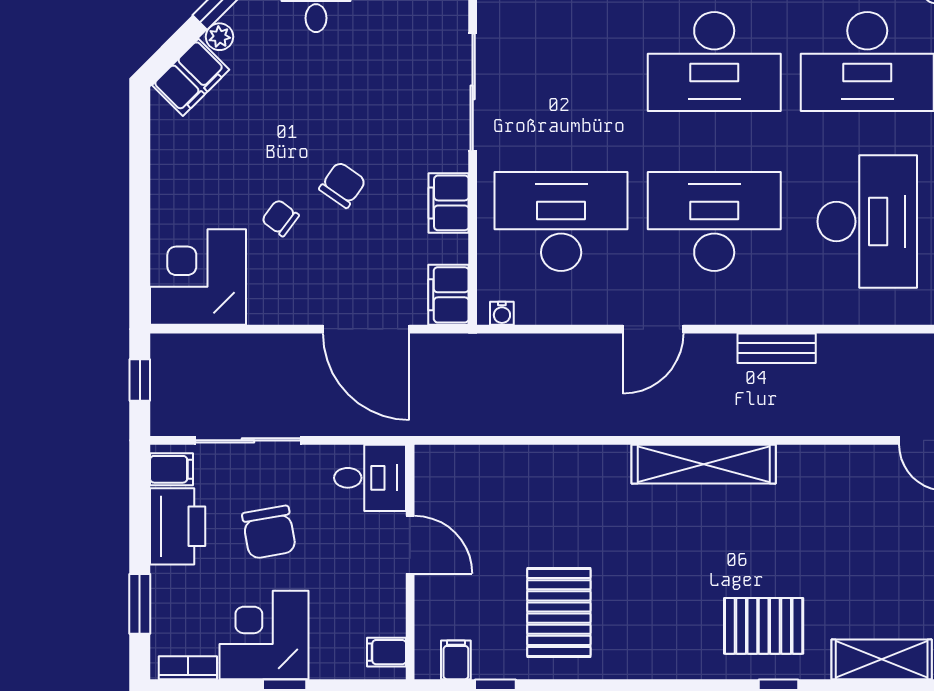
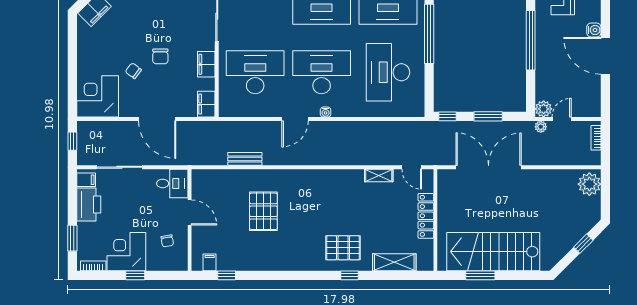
chair: (343, 185) -> (160, 56), turned 145
desk: (867, 221) -> (388, 72), turned 180
water cooler: (502, 313) -> (326, 112), moved
door: (366, 329) -> (157, 119), moved
bench: (777, 348) -> (245, 159), moved
shelving: (704, 464) -> (379, 175), moved, width x0.45, depth x0.75
chair: (269, 532) -> (167, 241), moved, width x0.54, depth x0.54
pallet: (559, 613) -> (263, 211), moved
filing cabinet: (386, 652) -> (179, 259), removed

